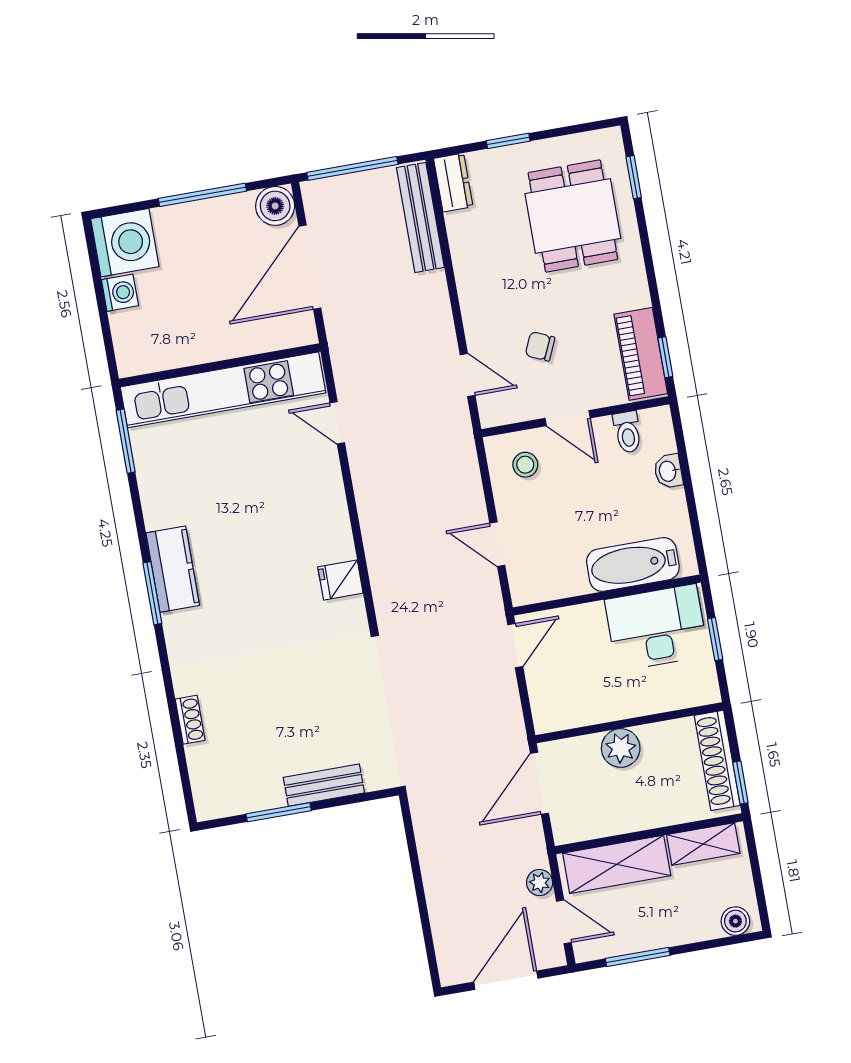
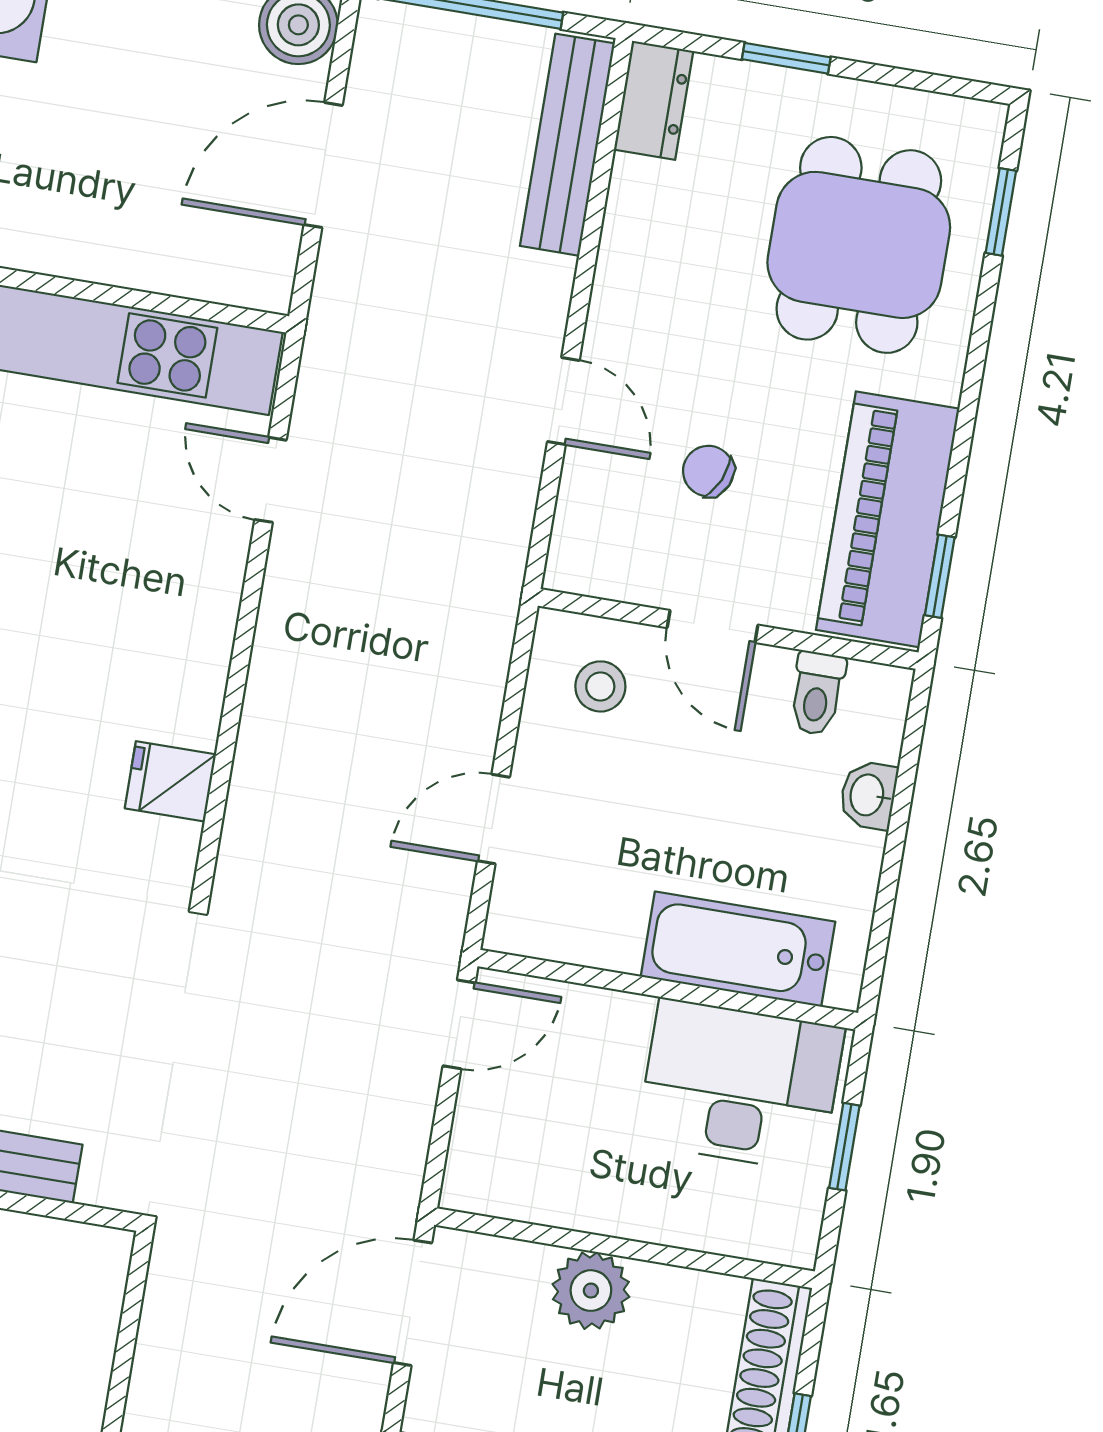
door: (310, 267) -> (323, 165), width x0.73
piano: (641, 354) -> (888, 519), width x1.37, depth x1.33
door: (468, 375) -> (563, 401), moved
door: (497, 544) -> (493, 819), hinge flipped

